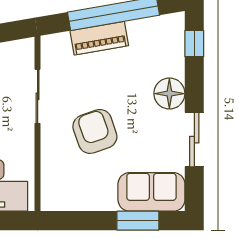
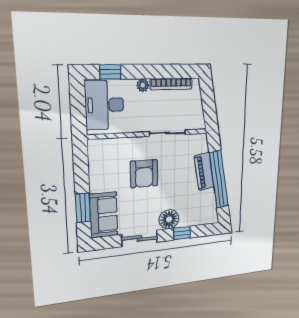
window: (194, 43) -> (182, 233), moved
armchair: (95, 131) -> (144, 174), turned 109

